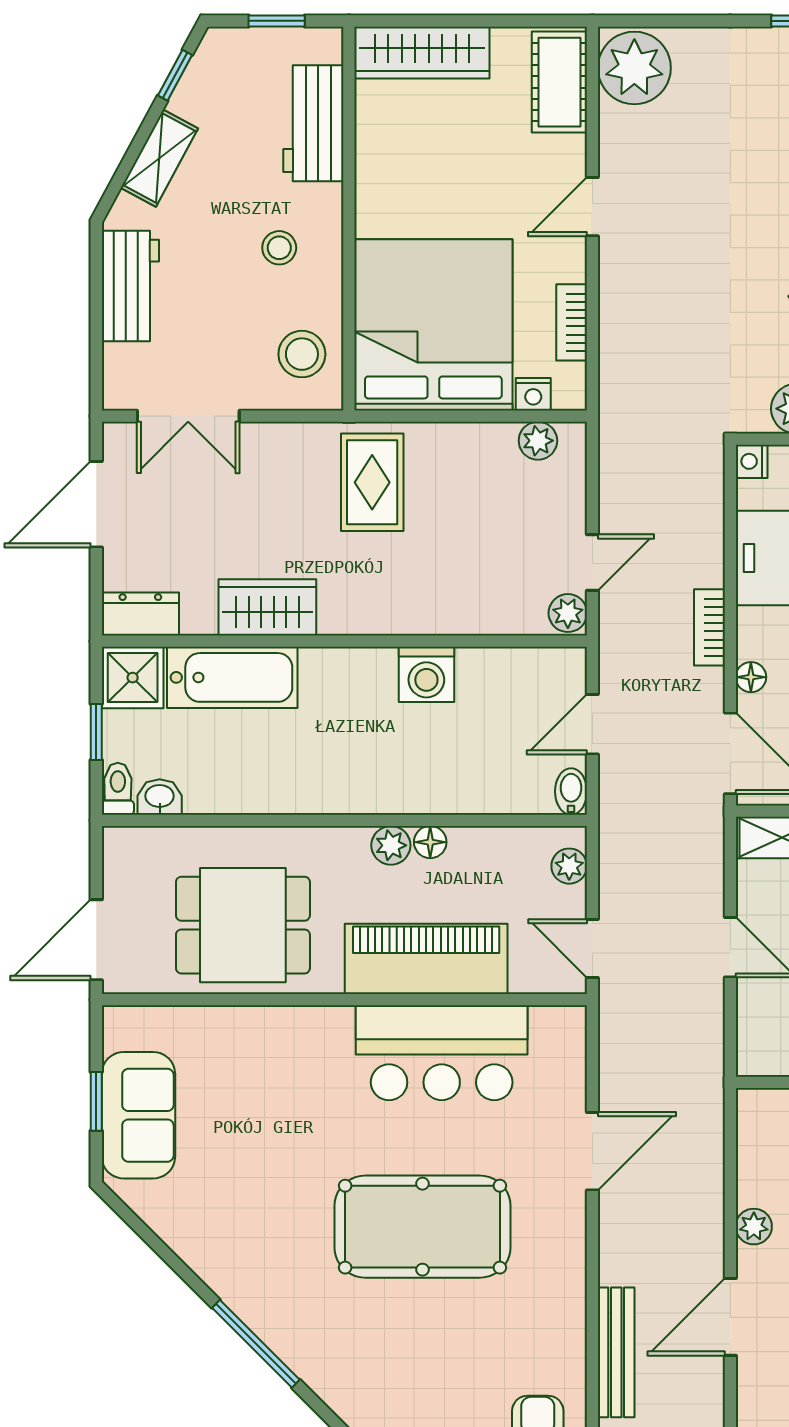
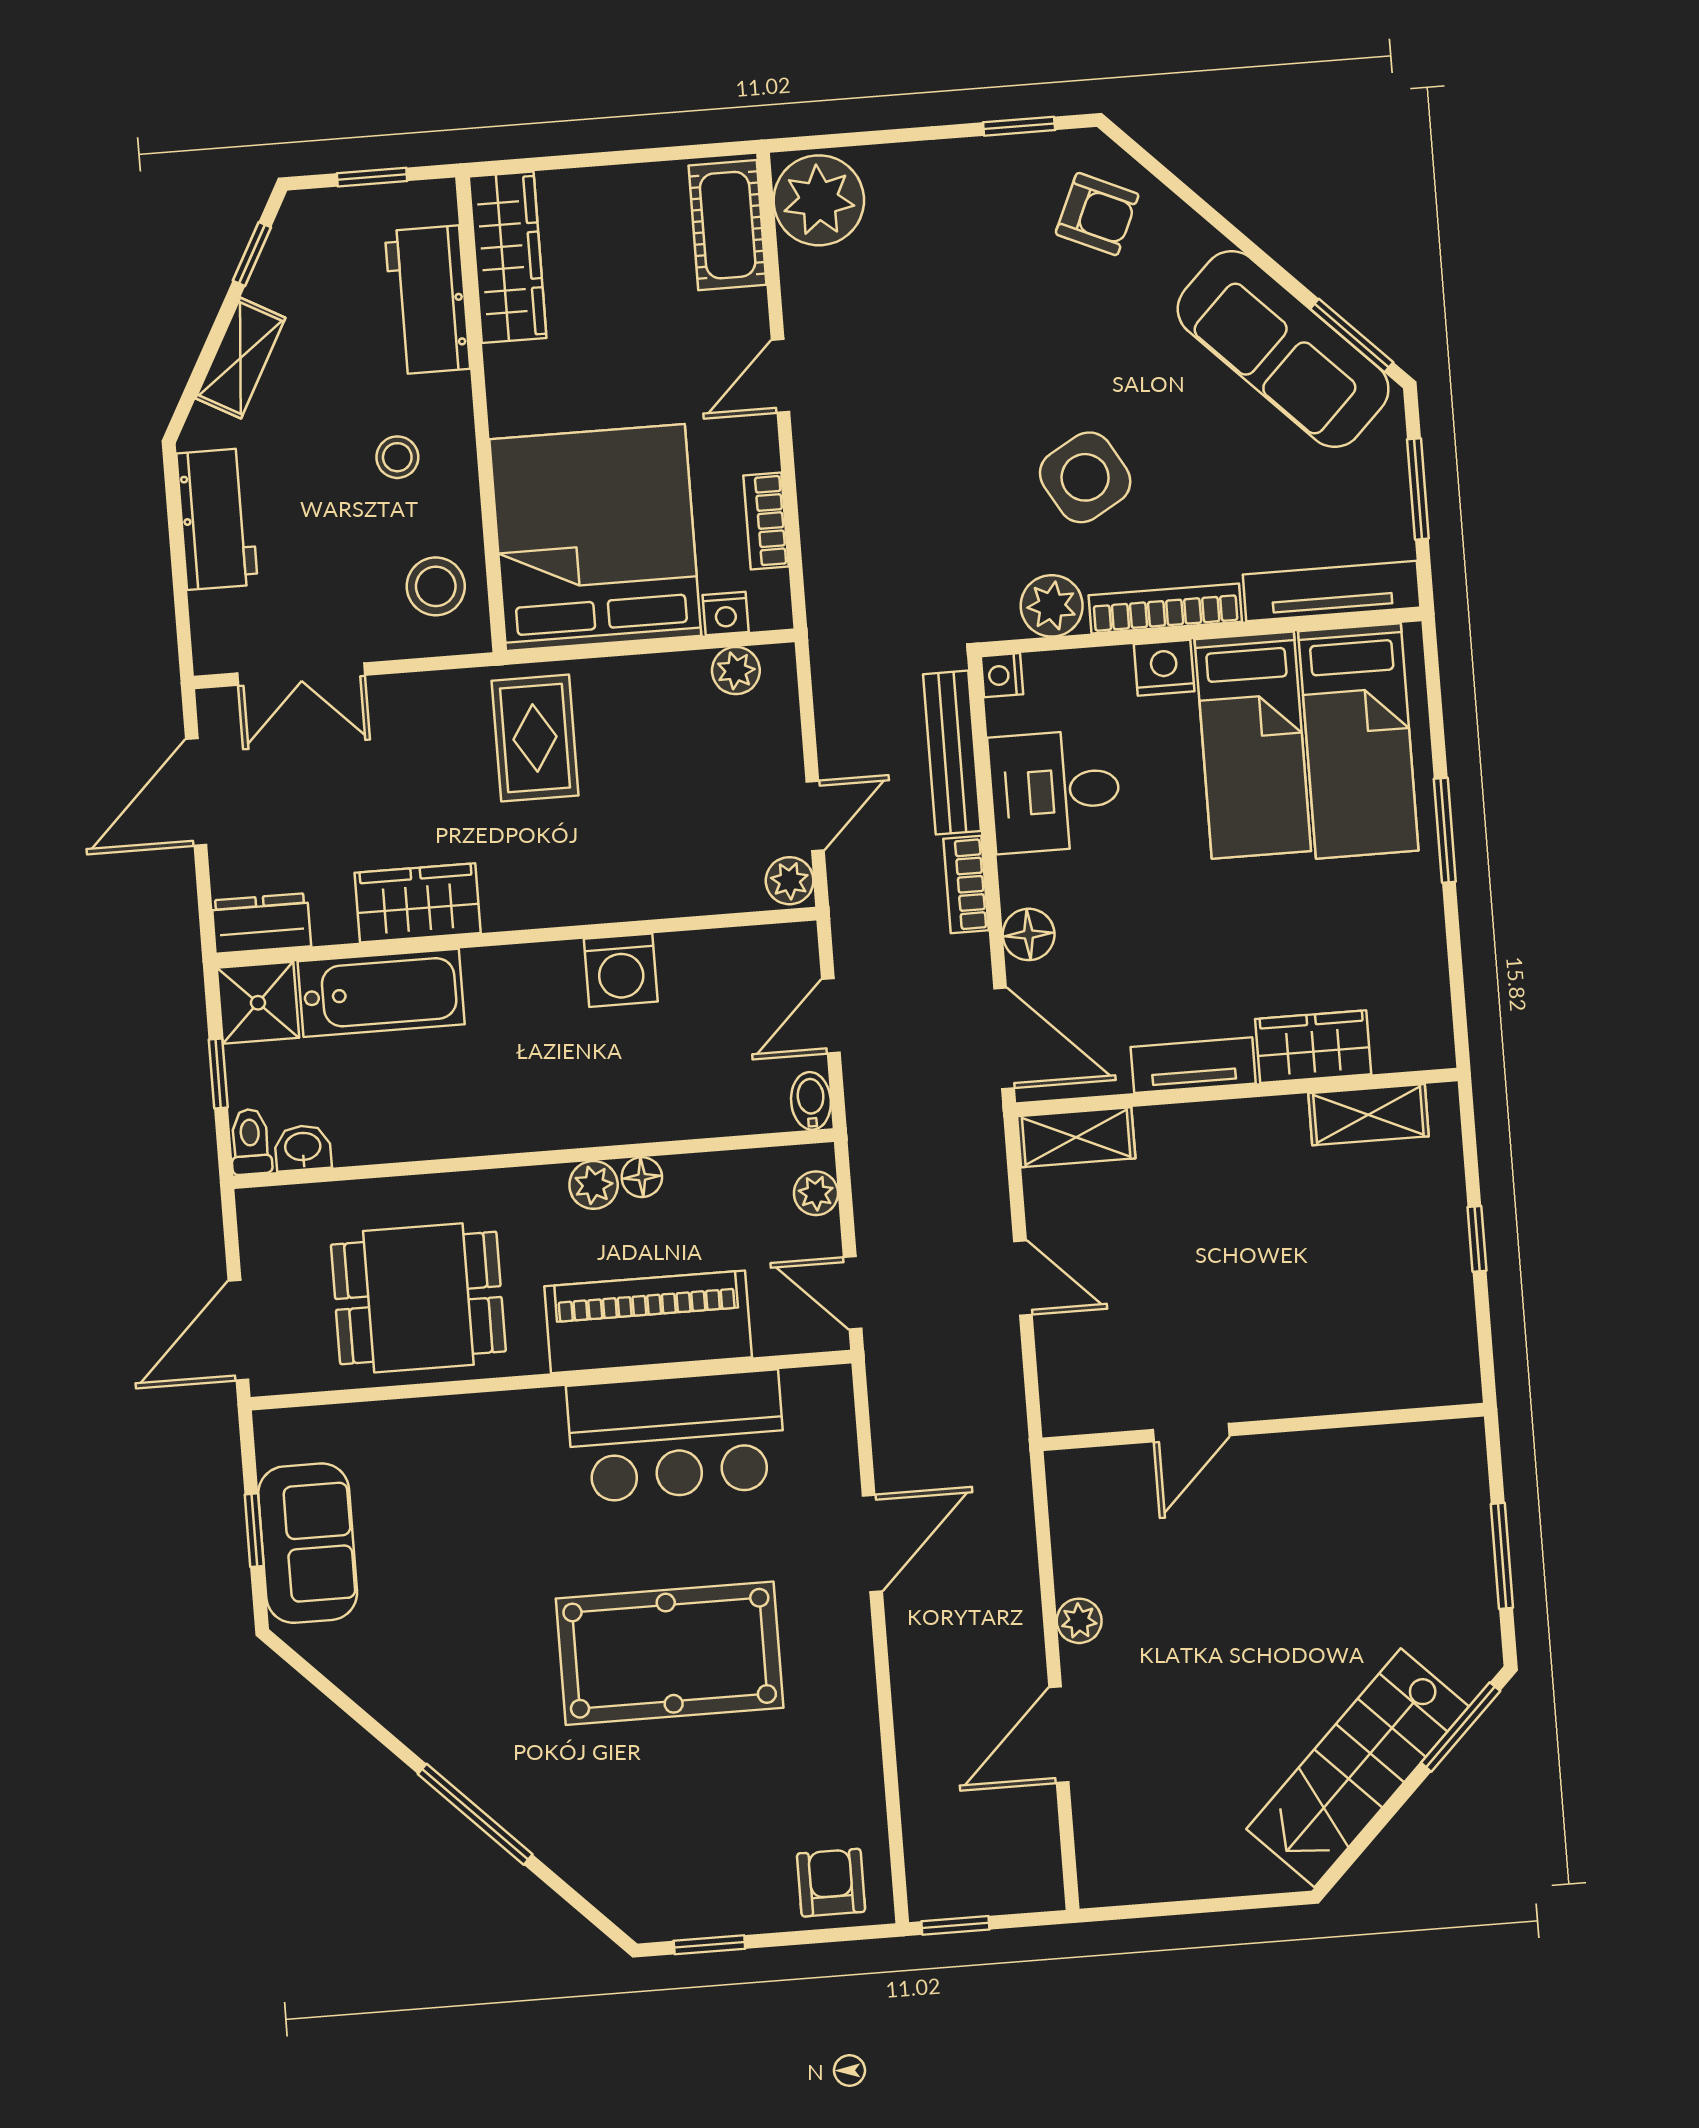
wardrobe: (422, 53) -> (508, 257), moved, turned -90
floor lamp: (751, 677) -> (1029, 934), width x1.37, depth x1.37
bench: (616, 1352) -> (952, 753), moved

